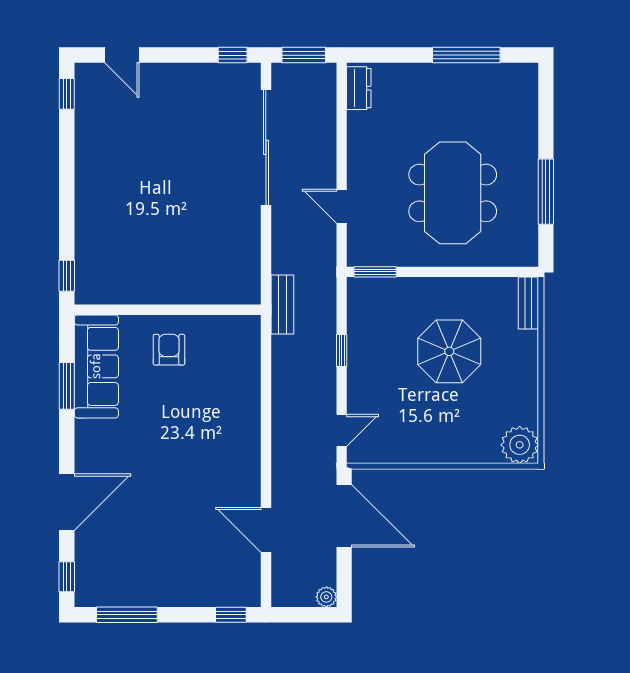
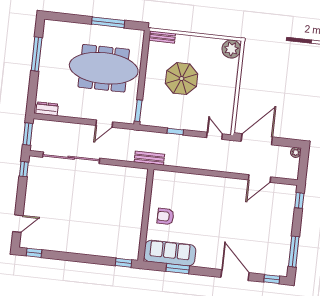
meeting table: (453, 193) -> (104, 68), width x1.36

